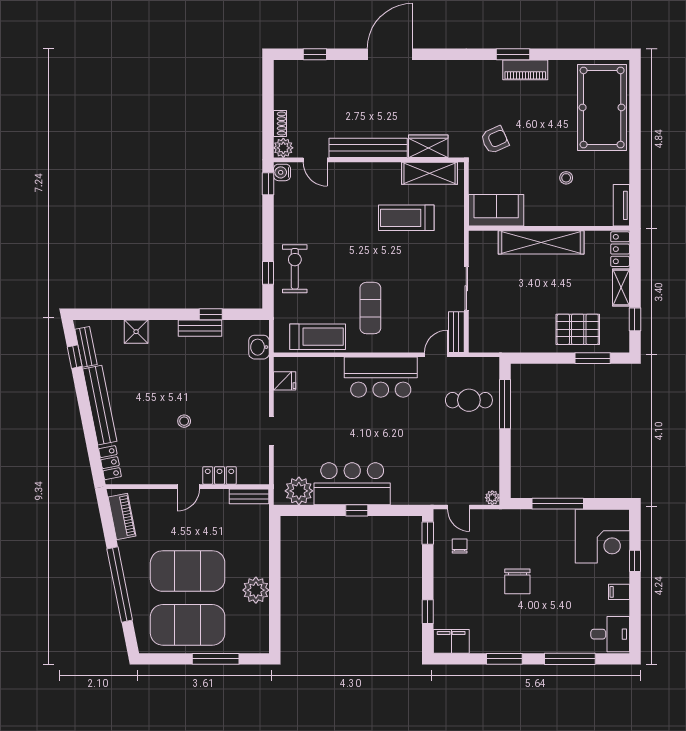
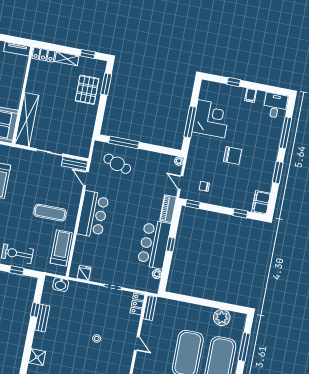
shelving: (541, 242) -> (27, 120), moved
cafe table: (469, 400) -> (117, 164), turned -71
locker: (220, 475) -> (137, 304), moved
plant: (299, 491) -> (157, 274), width x0.53, depth x0.53
piano: (413, 495) -> (168, 209), added
door: (459, 507) -> (181, 182), swing flipped
corner desk: (602, 536) -> (211, 119), moved
plant: (256, 590) -> (222, 318), moved

